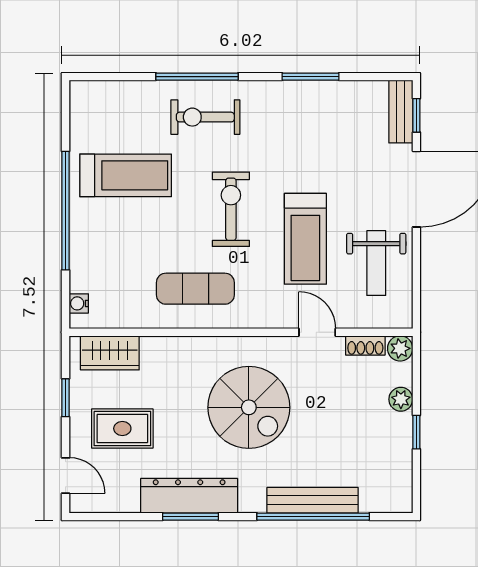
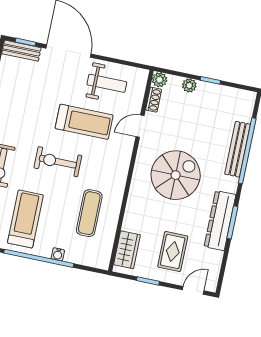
exercise mat: (195, 289) -> (89, 213), moved
water cooler: (79, 303) -> (58, 254), moved

